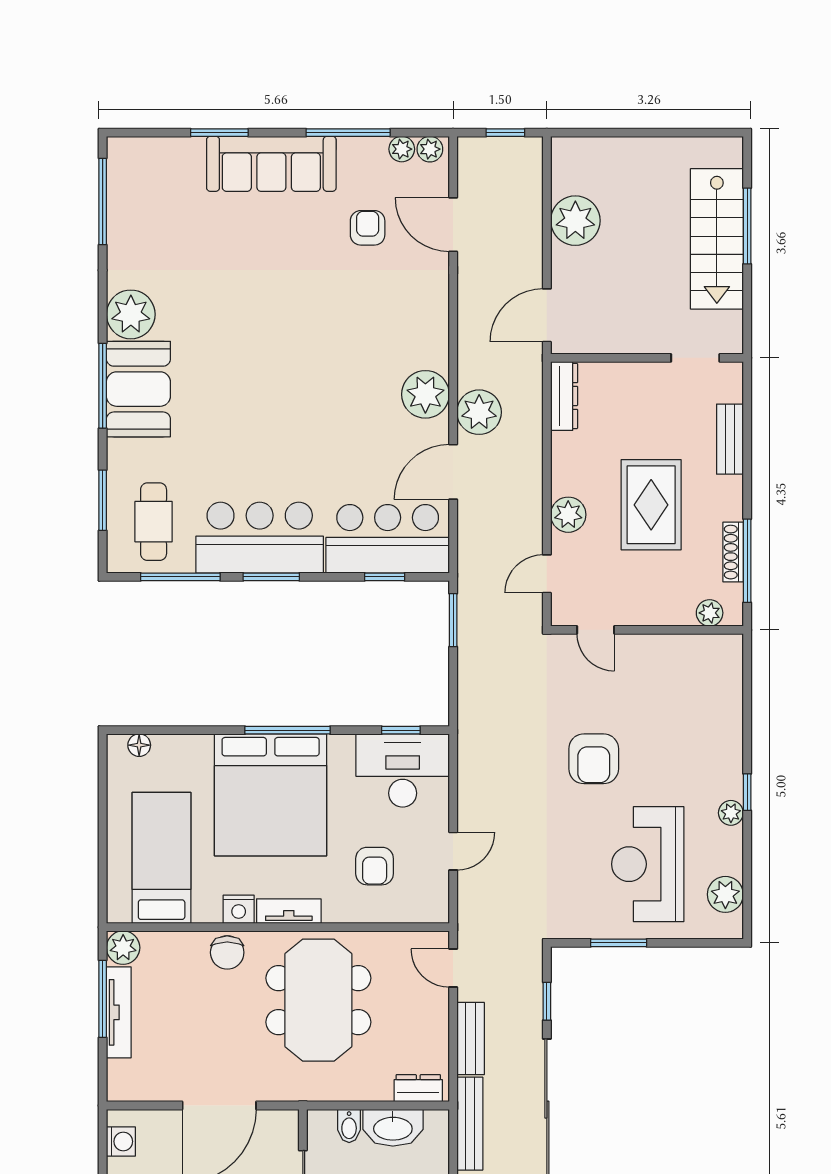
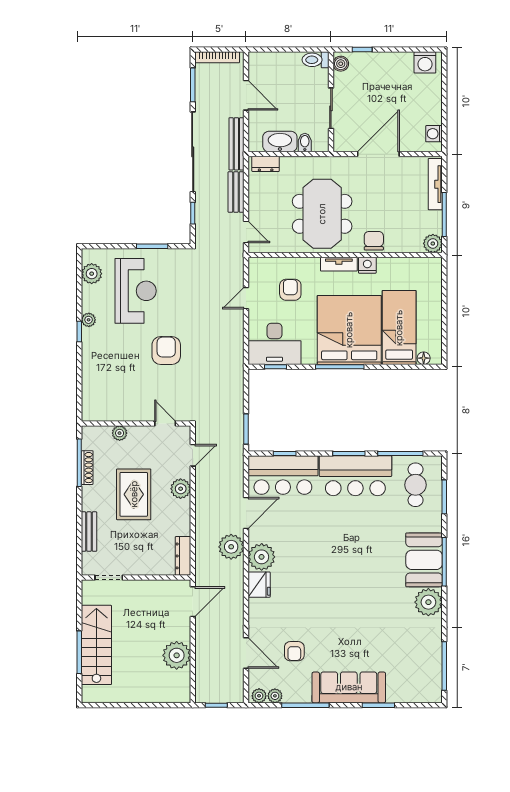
fridge: (430, 345) -> (259, 585), added
plant: (710, 613) -> (120, 433), moved
bed: (162, 858) -> (399, 328), moved, turned 180
tv unit: (119, 1012) -> (435, 184), moved

